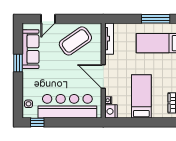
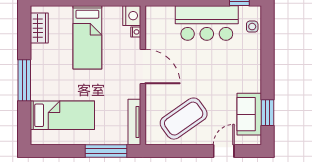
window: (156, 19) -> (106, 151), moved
sofa: (30, 49) -> (249, 114), width x0.73
window: (18, 63) -> (268, 113), moved
bar counter: (67, 106) -> (207, 23), width x0.73

